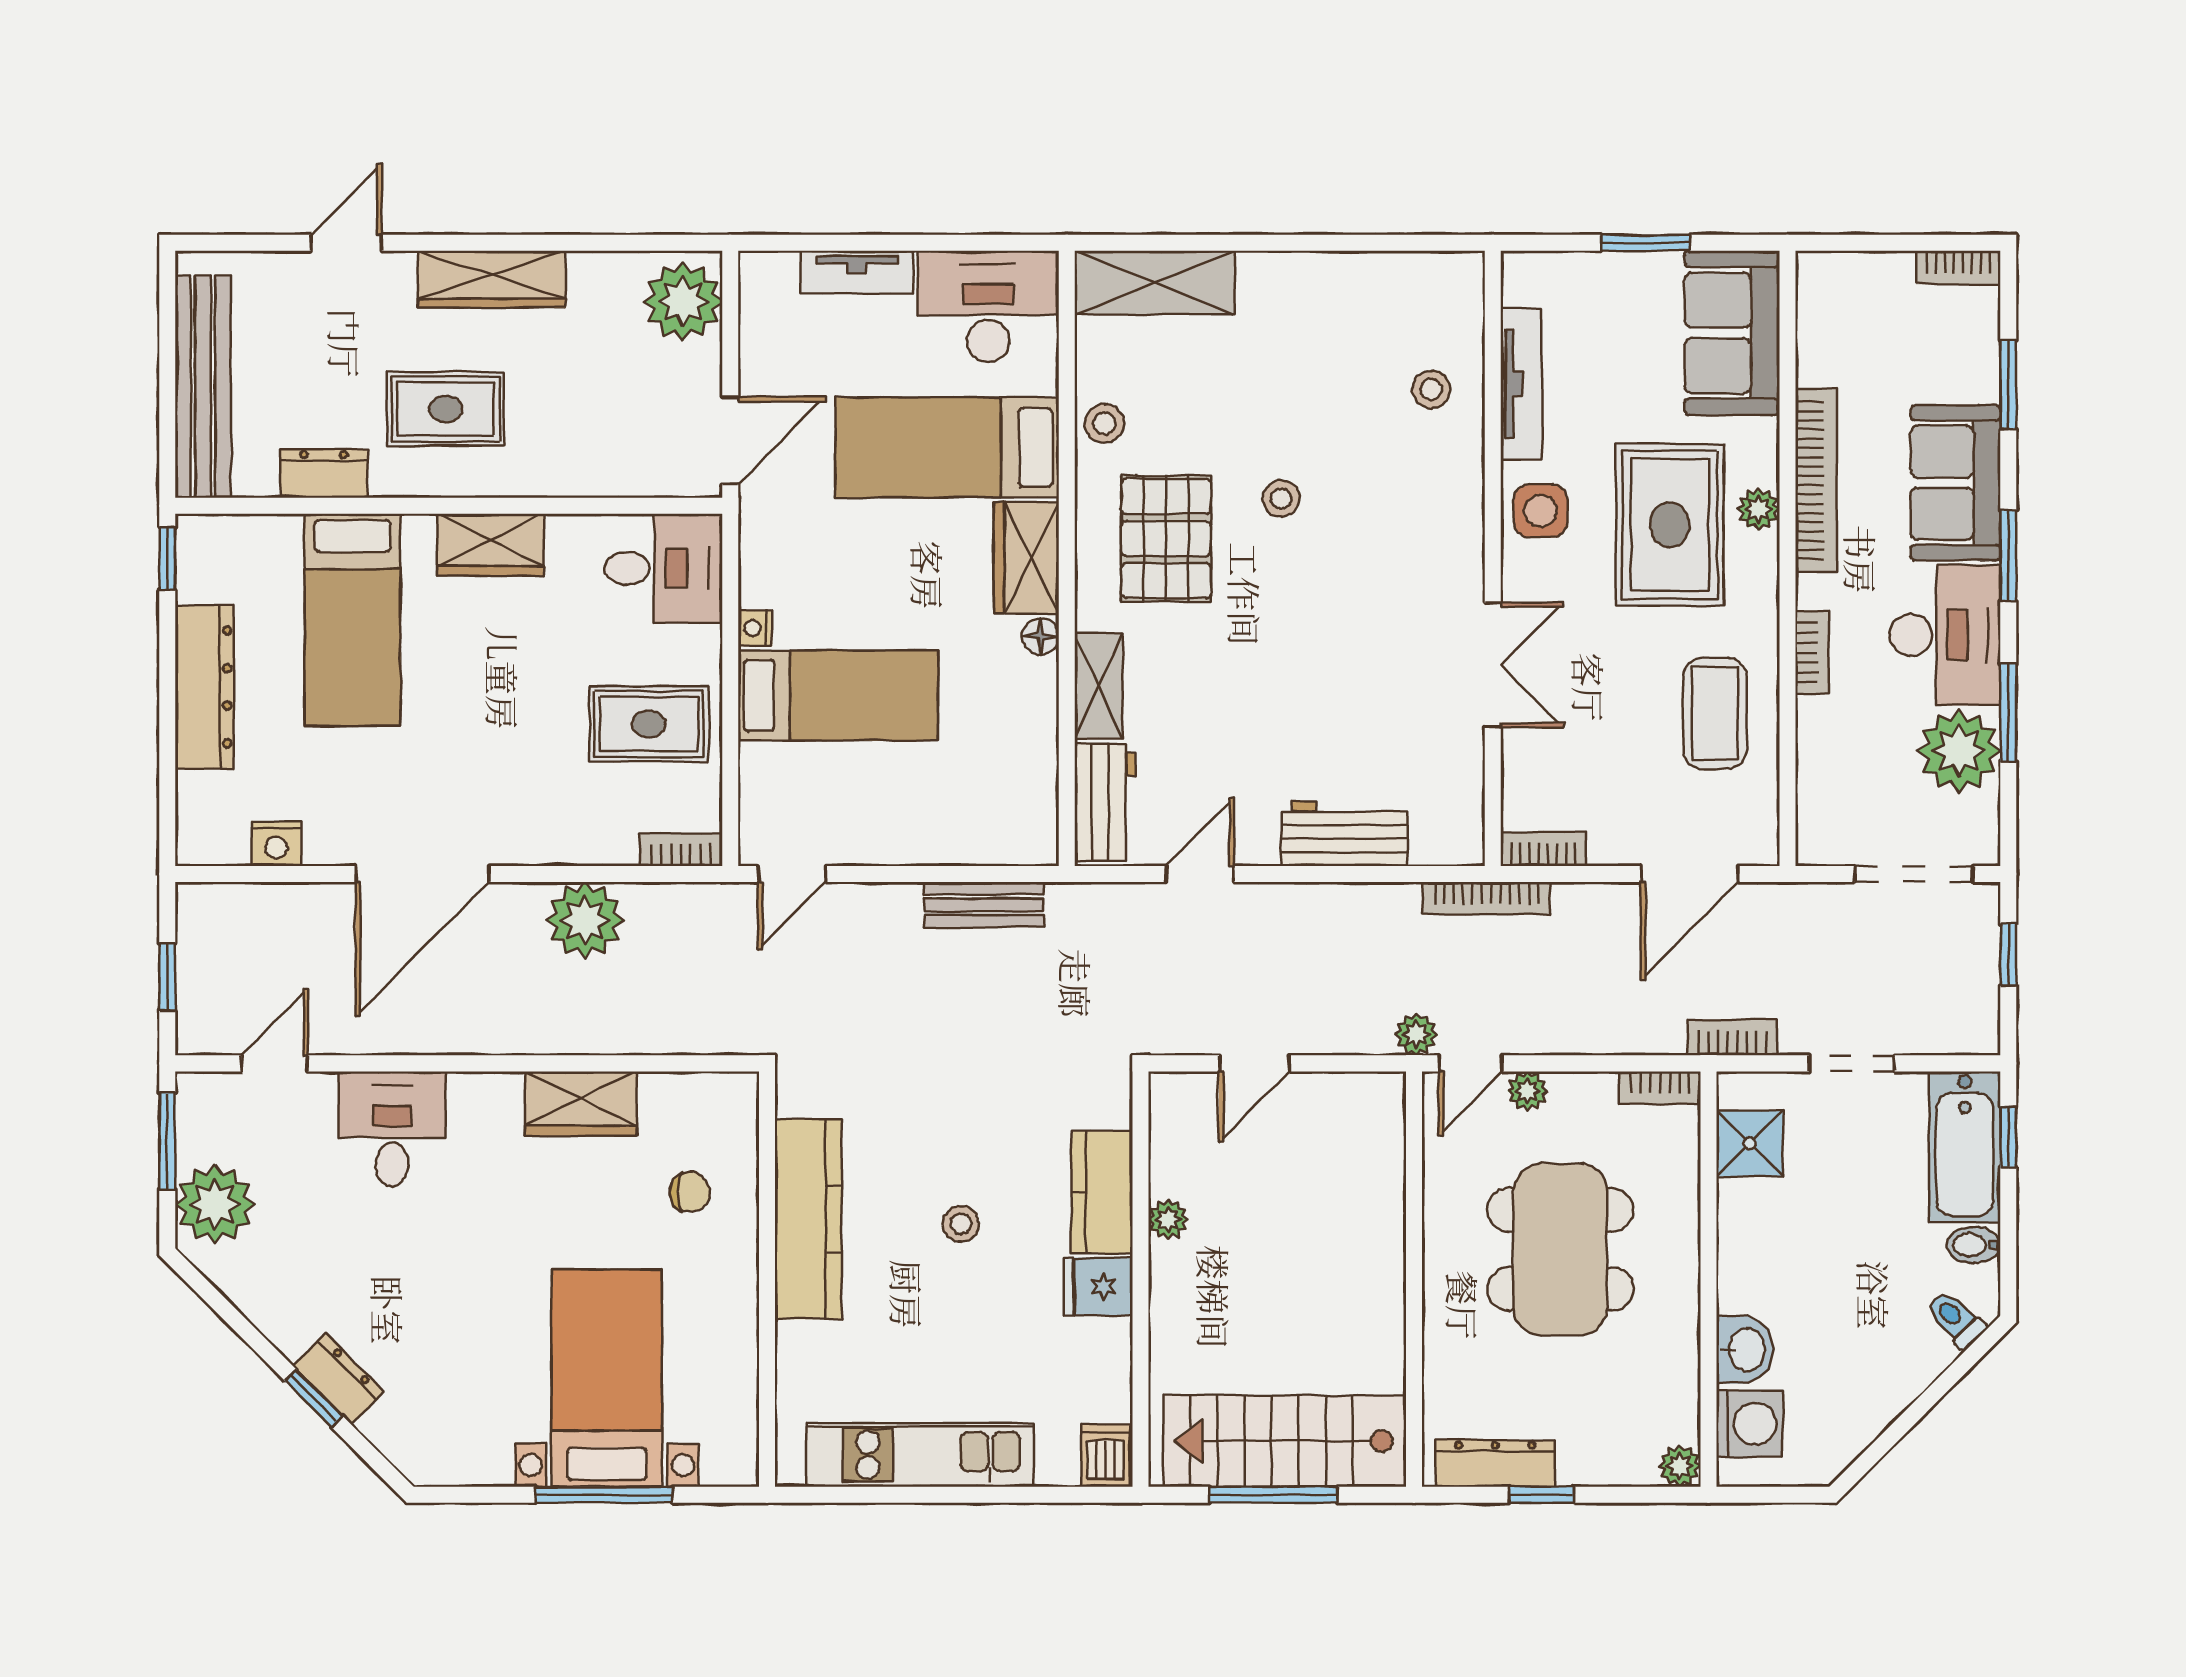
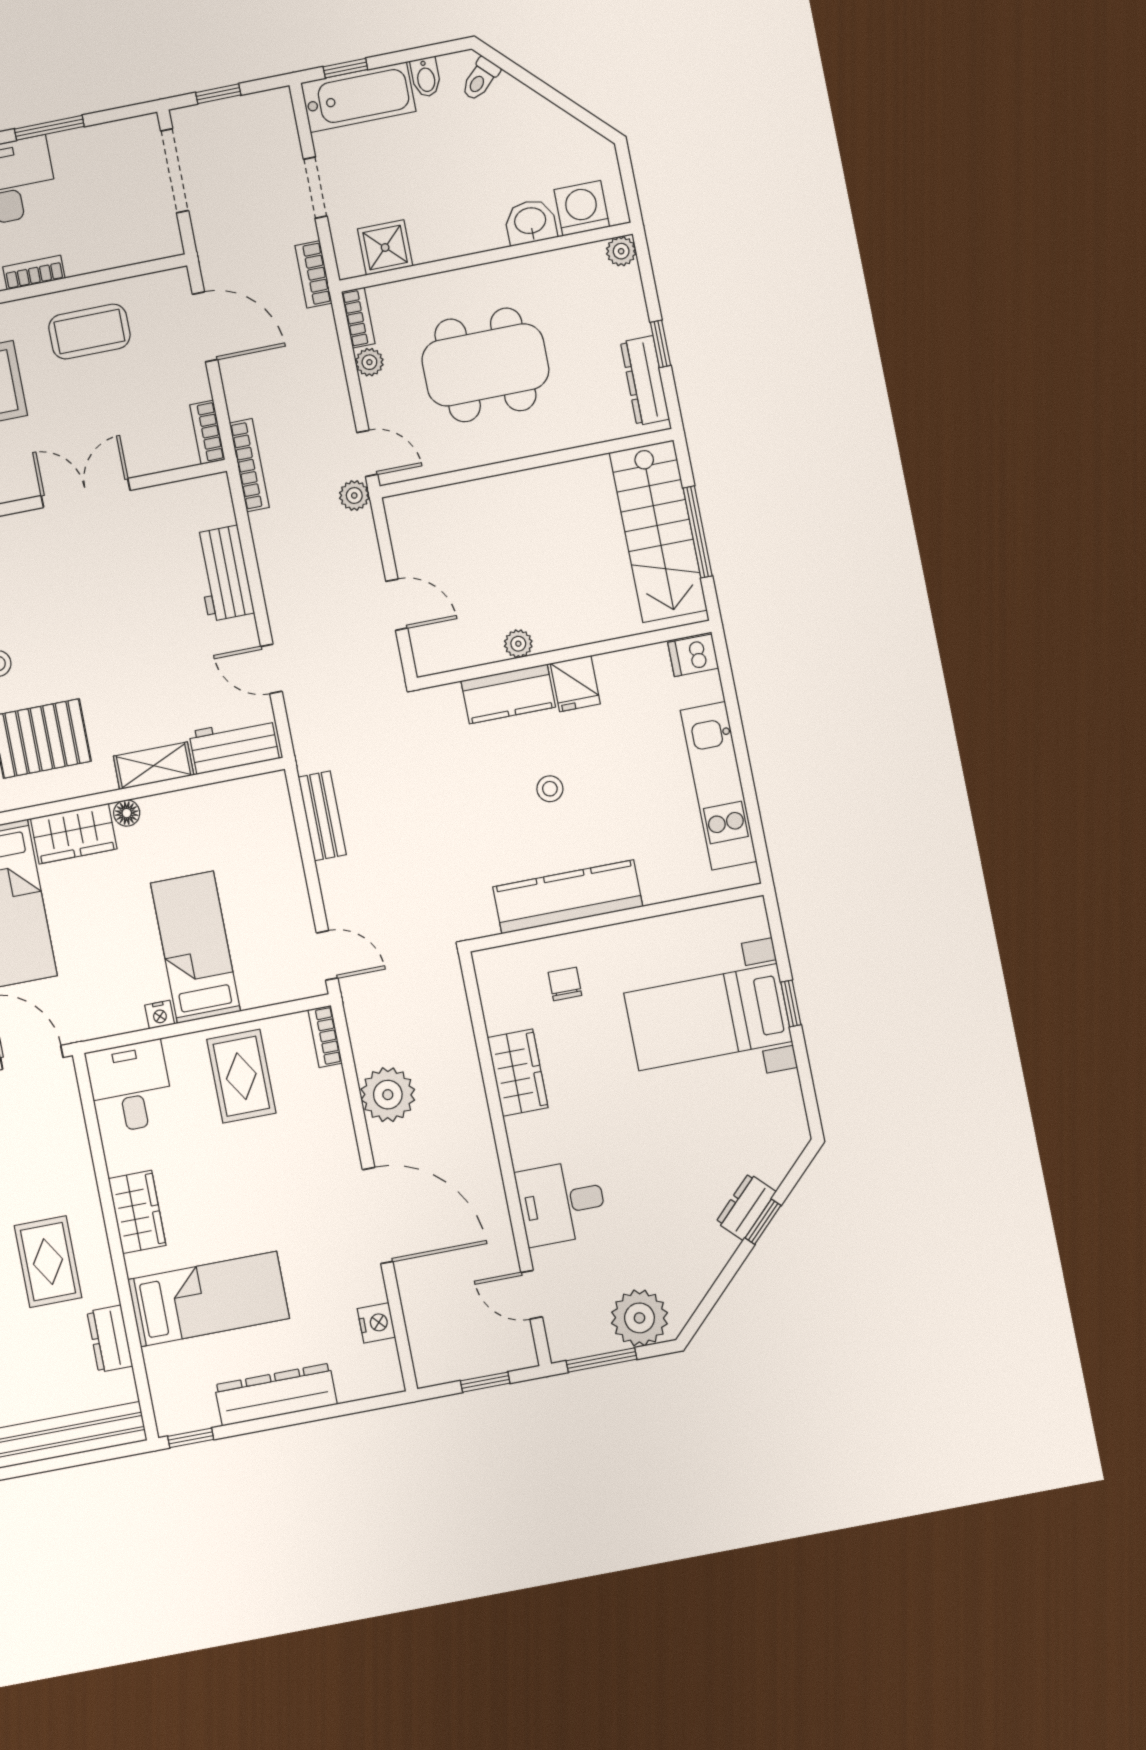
plant: (1959, 751) -> (83, 157), removed
plant: (1527, 1091) -> (369, 362), moved
window: (604, 1495) -> (791, 1003), width x0.46

